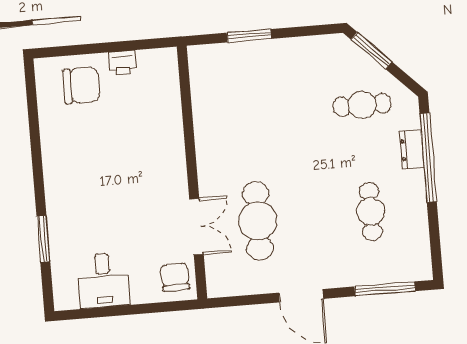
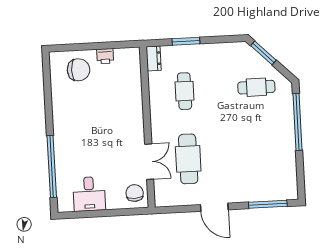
dresser: (412, 150) -> (154, 58), moved, turned 180
cafe table: (371, 212) -> (185, 91), moved
window: (43, 239) -> (52, 167), width x2.11

